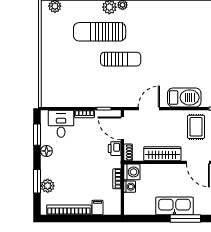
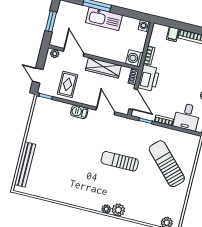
sun lounger: (100, 32) -> (167, 164), moved, turned -134
barbecue: (184, 97) -> (79, 112), width x0.53, depth x0.65
door: (149, 109) -> (105, 111), swing flipped
printer: (115, 149) -> (149, 78), width x1.87, depth x1.48
washing machine: (130, 187) -> (144, 26), moved

